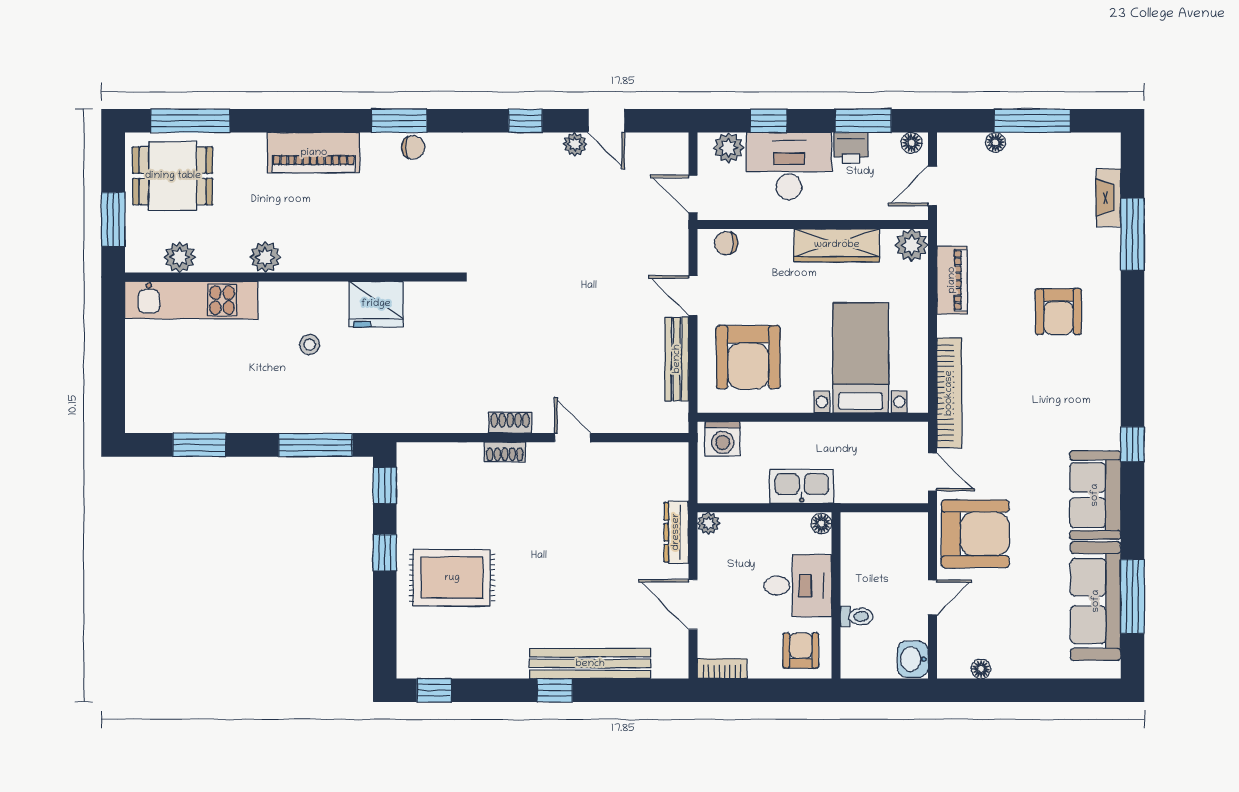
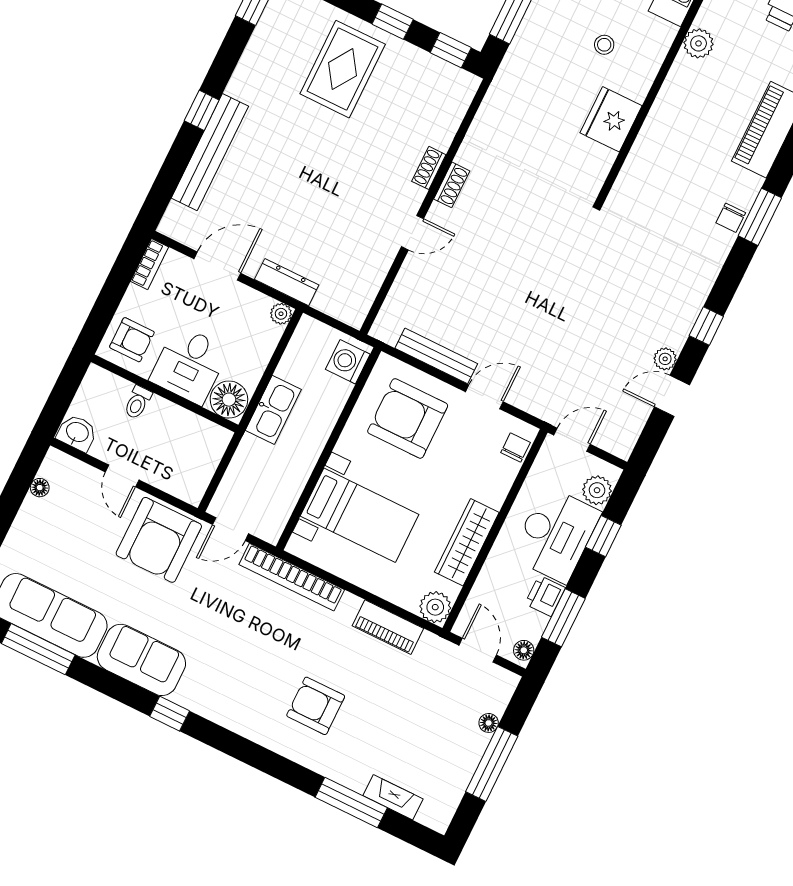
floor lamp: (821, 523) -> (229, 400), width x1.89, depth x1.89

